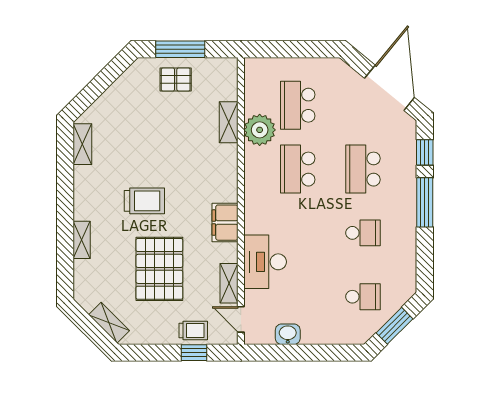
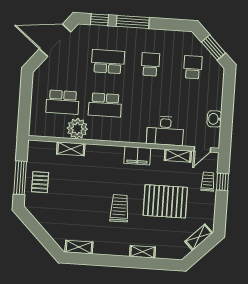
school desk: (363, 169) -> (108, 62), turned 180

